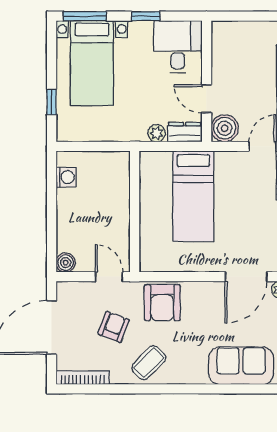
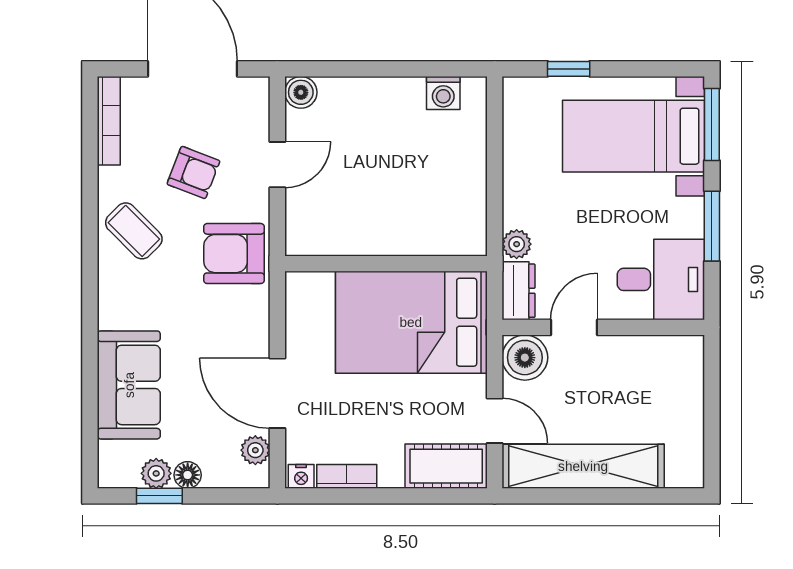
window: (146, 16) -> (712, 226), width x1.50
bed: (193, 196) -> (411, 322), width x1.50
wall: (135, 212) -> (386, 264), moved

